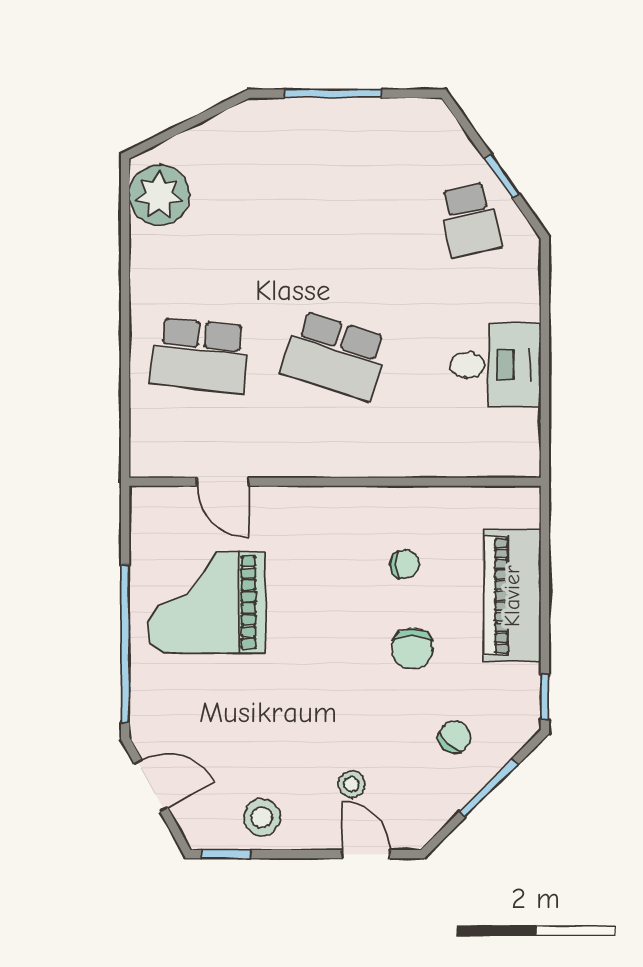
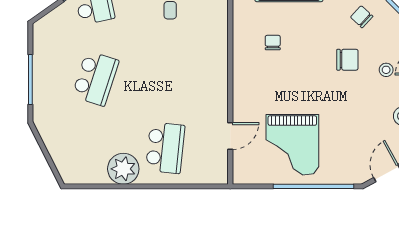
plant: (159, 195) -> (123, 169), moved
school desk: (335, 356) -> (95, 78), moved
chair: (413, 649) -> (347, 60), moved

